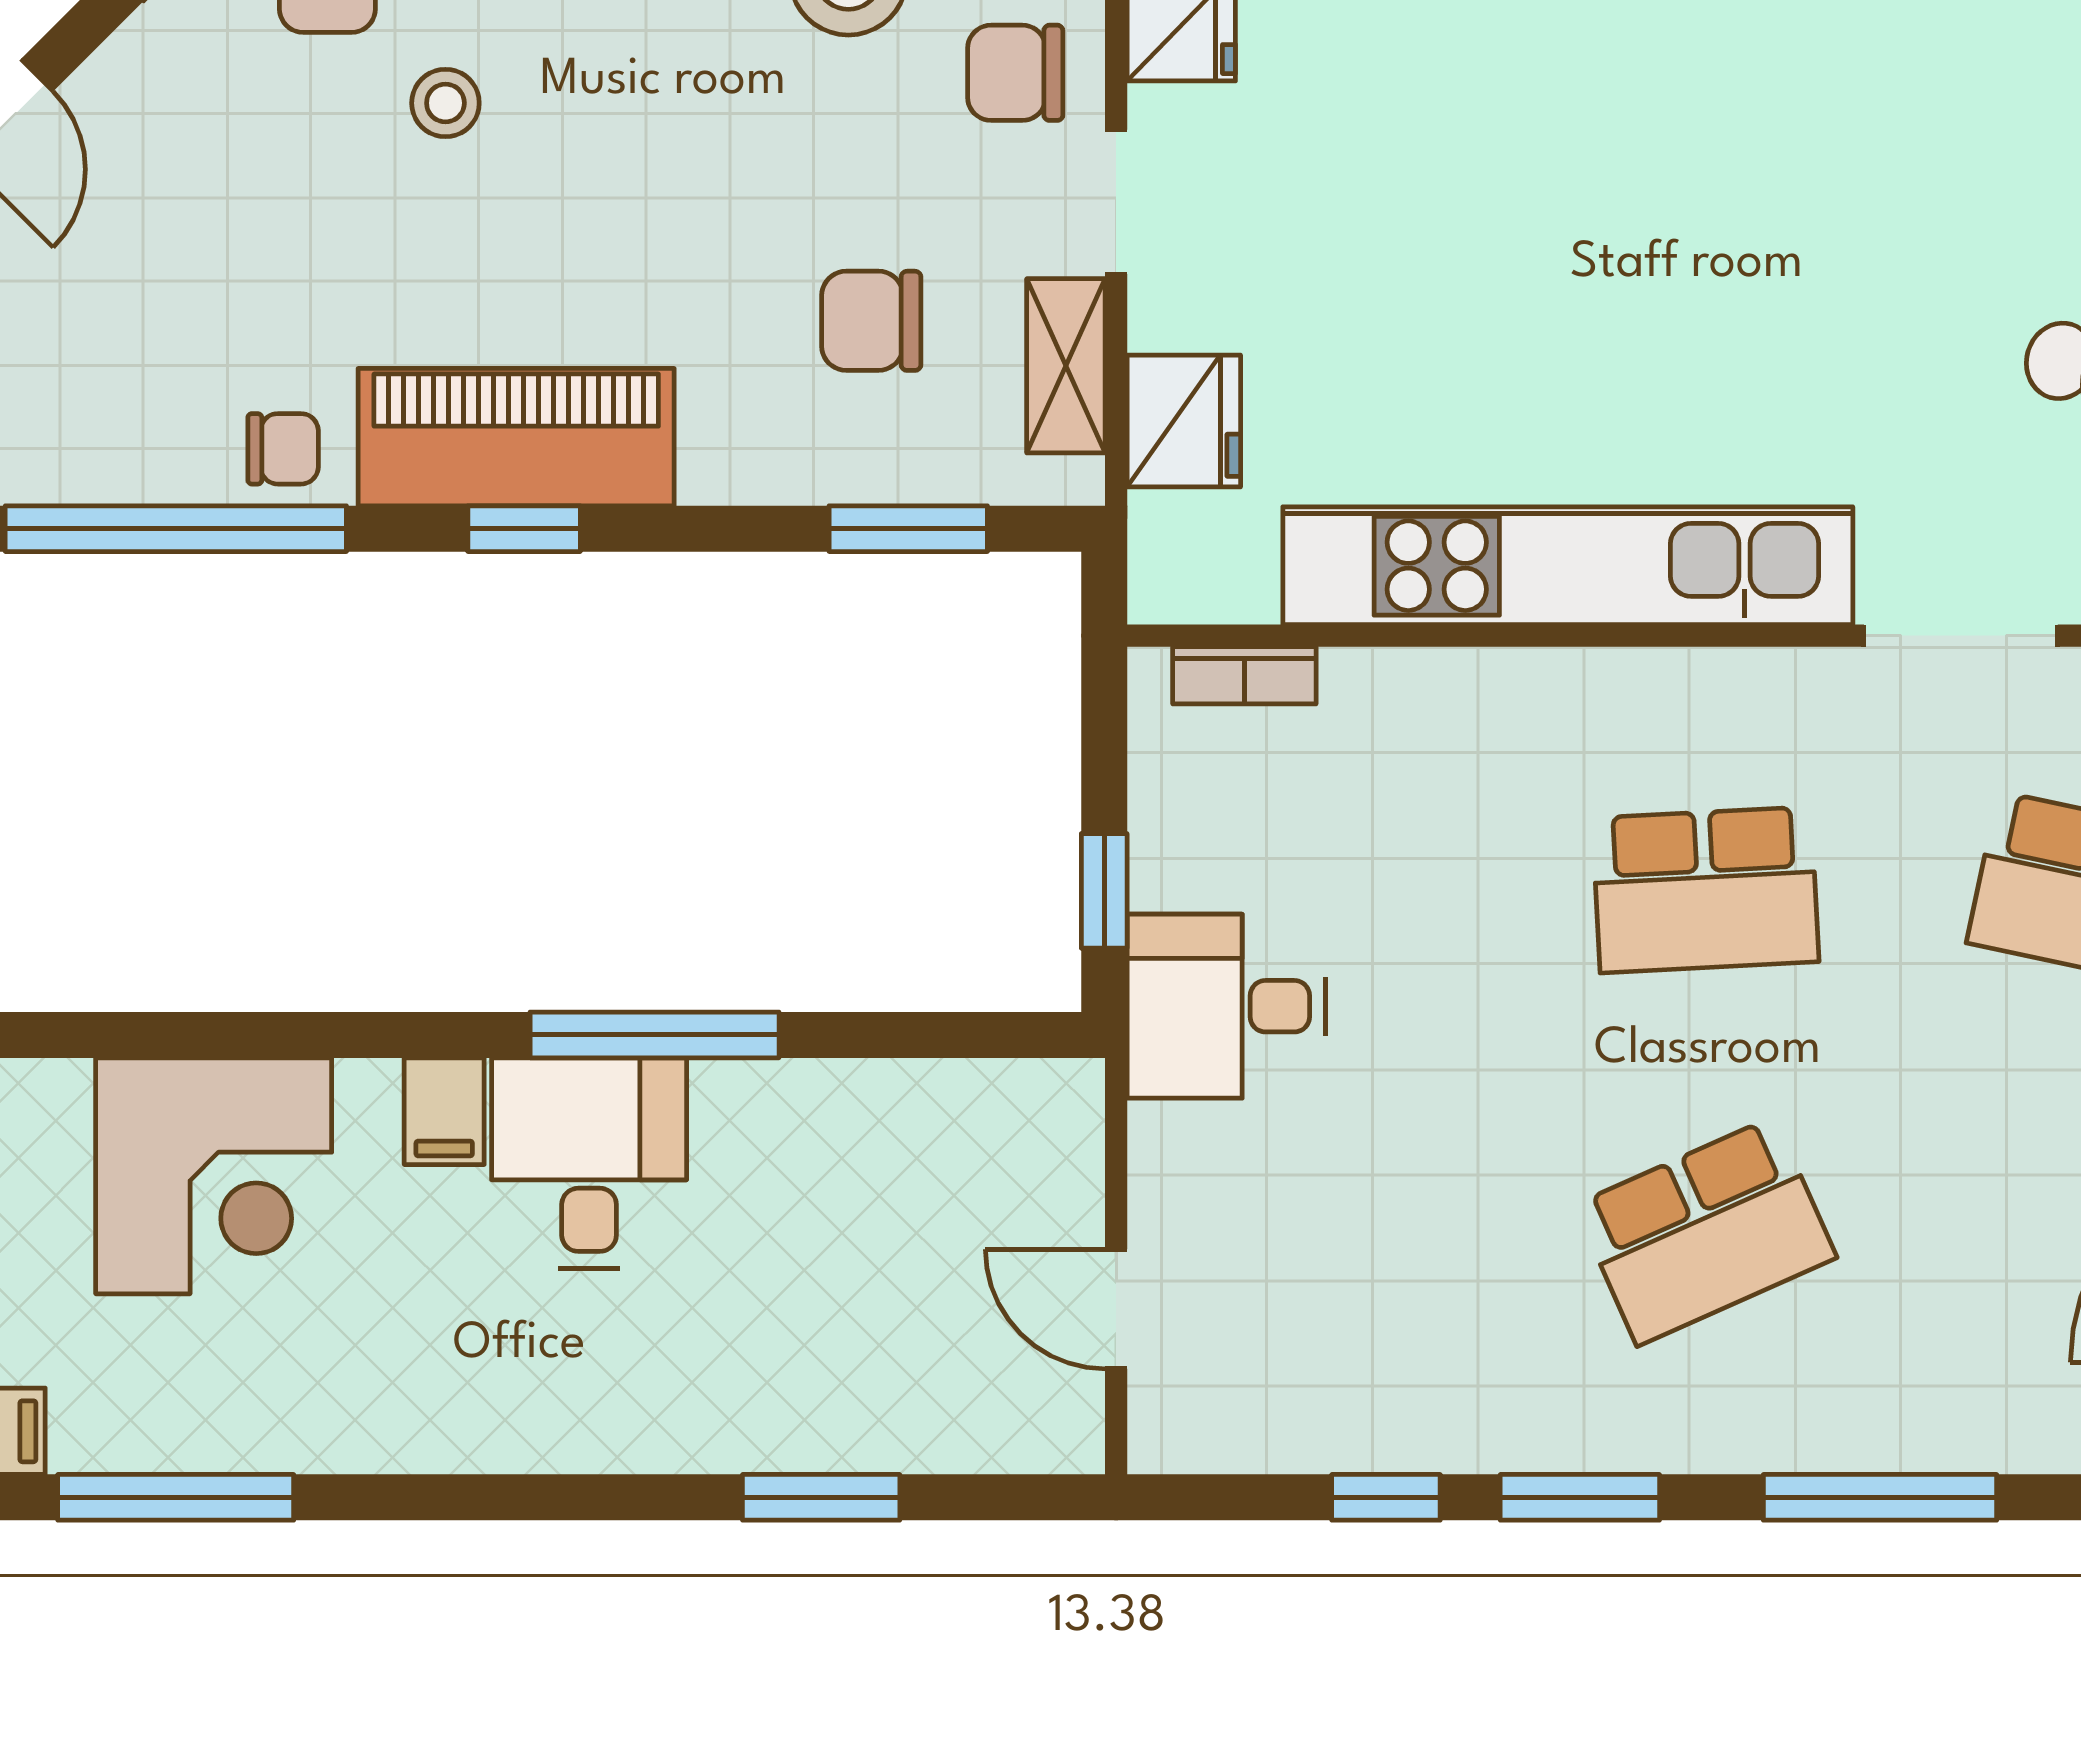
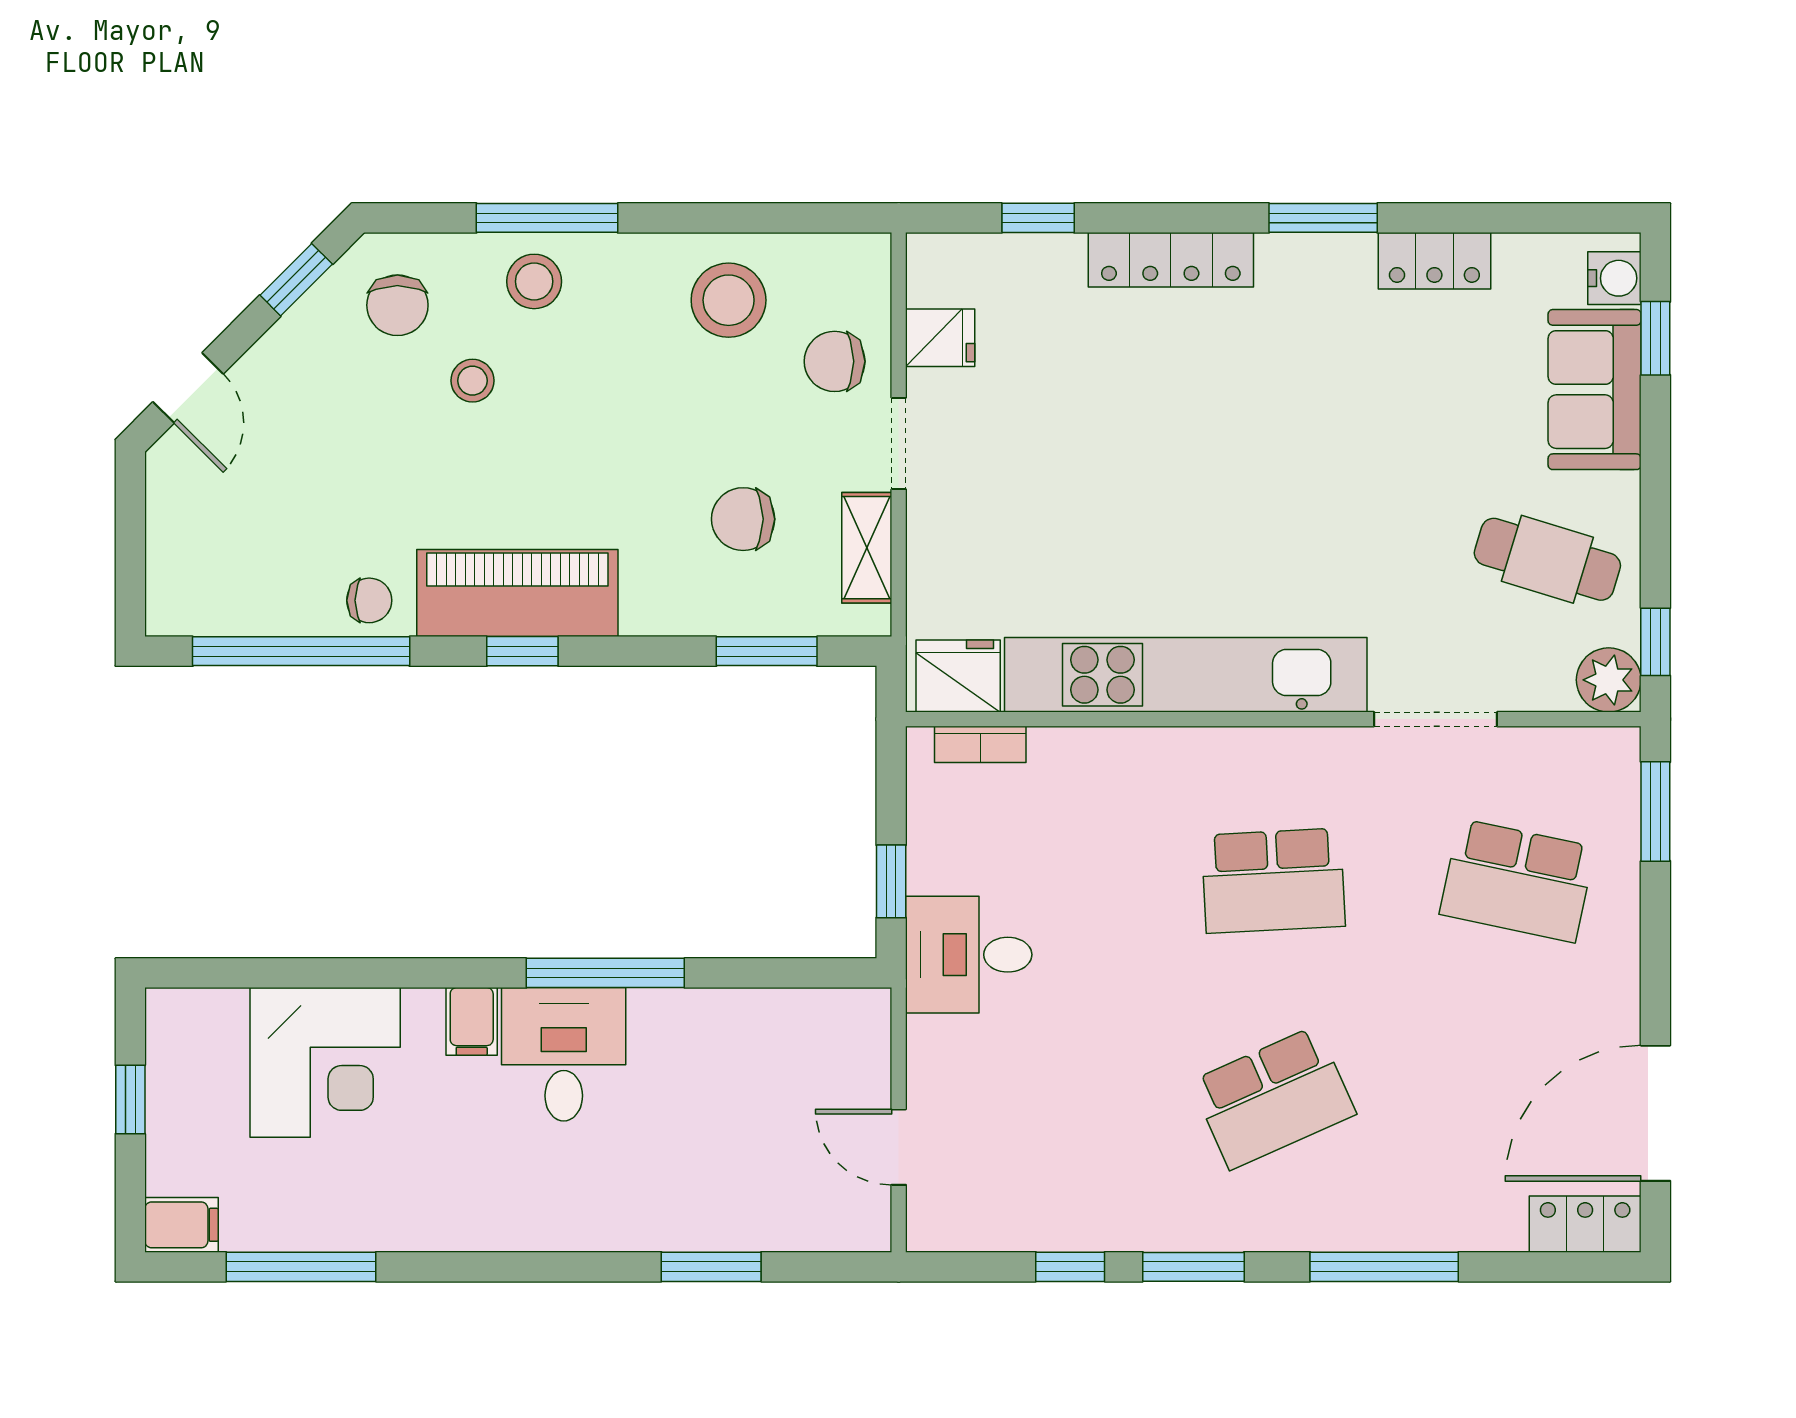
fridge: (1184, 421) -> (958, 676), moved, turned -90

